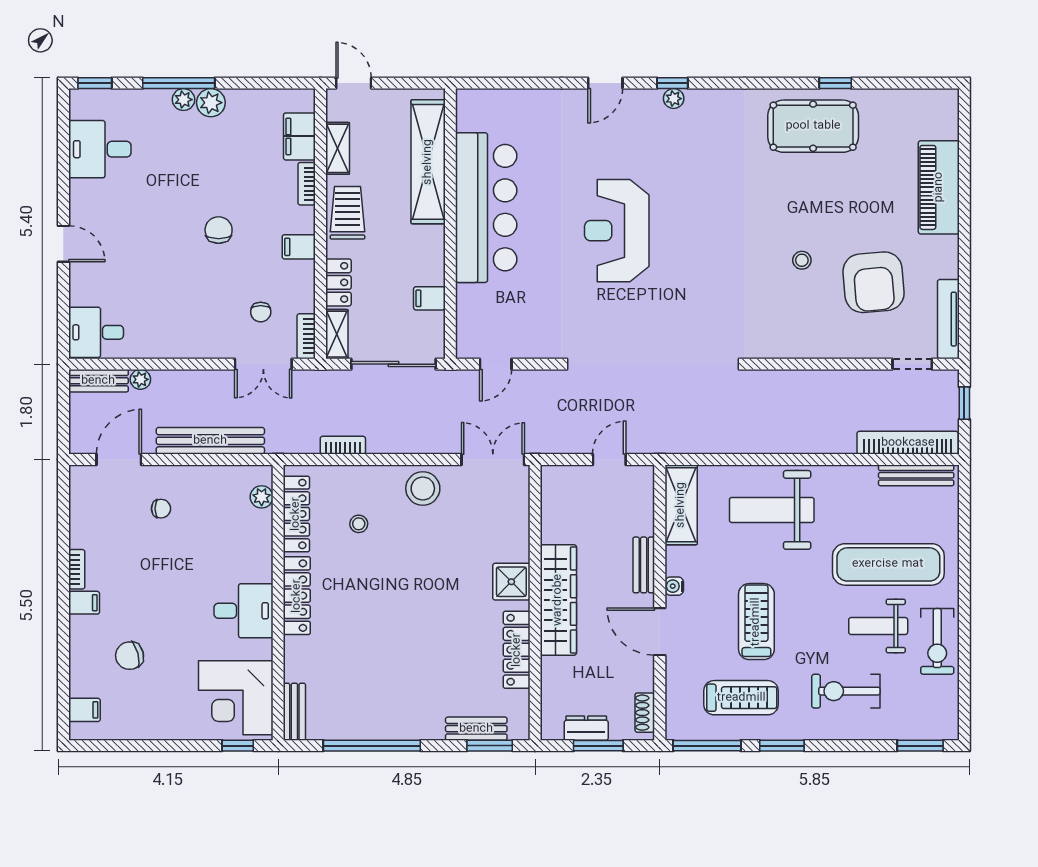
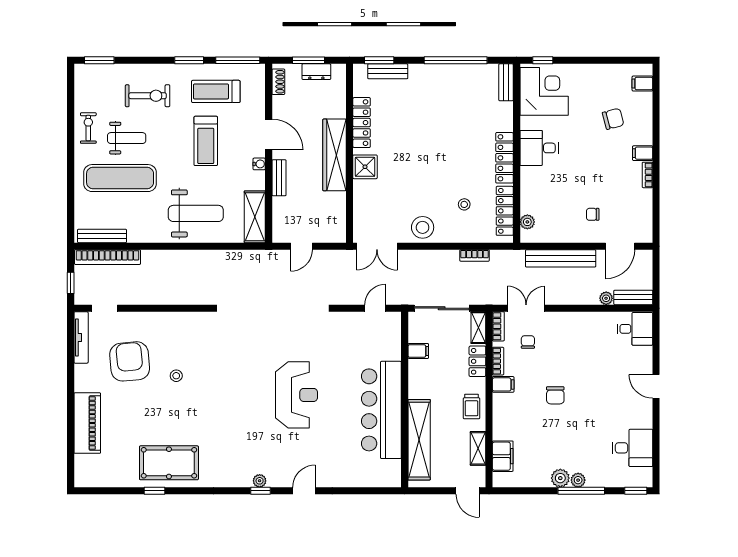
bookcase: (307, 184) -> (498, 361), moved
trolley: (347, 213) -> (471, 407), width x0.73, depth x0.72
exercise bike: (937, 641) -> (88, 128), width x0.73, depth x0.72

